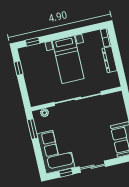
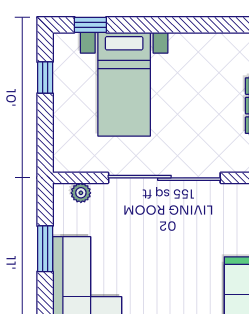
bed with nightstands: (68, 60) -> (124, 84), moved
window: (33, 129) -> (45, 249), moved

